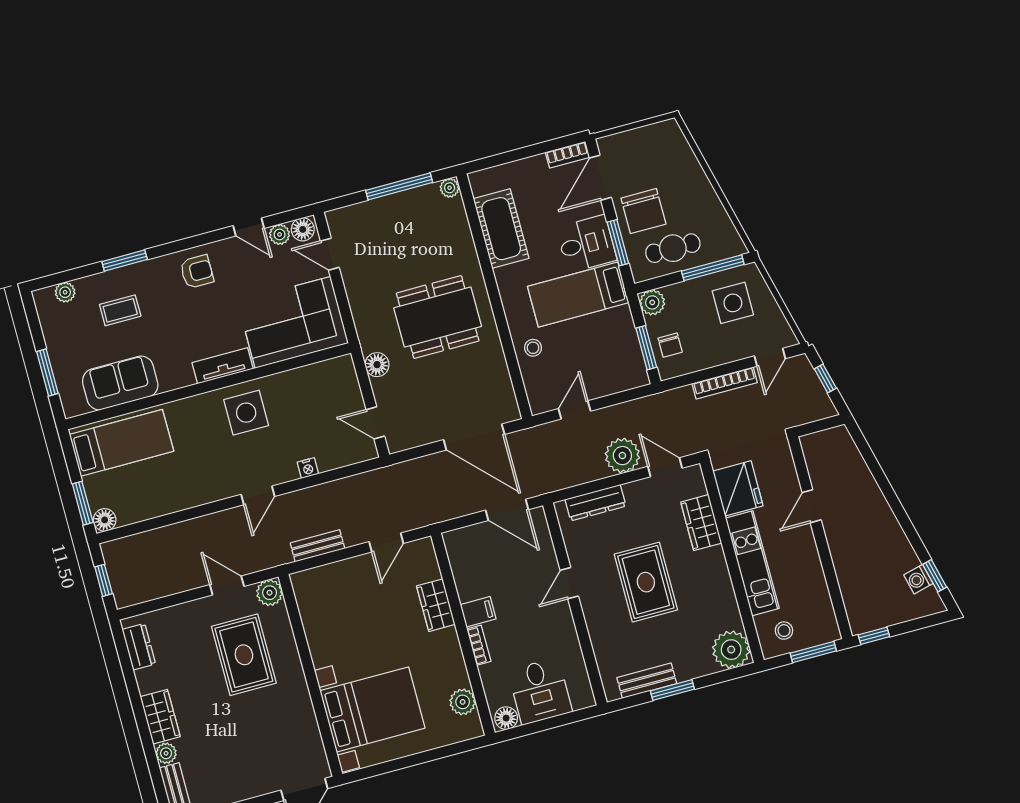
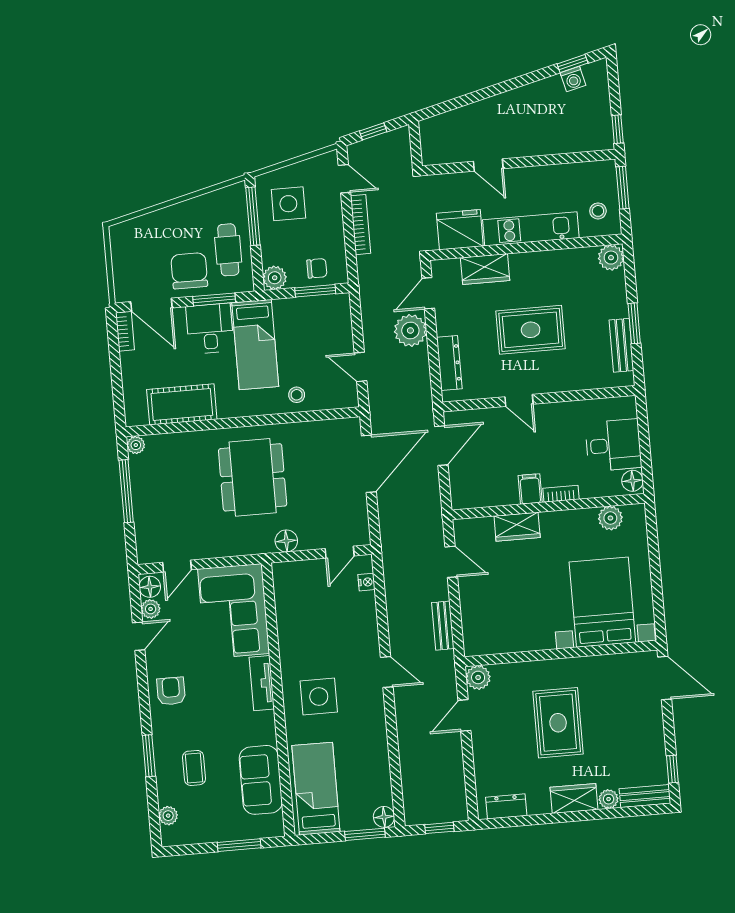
chair: (643, 211) -> (189, 271), turned -90
side table: (246, 413) -> (319, 697), moved
nightstand: (308, 468) -> (366, 582), moved
plant: (731, 650) -> (611, 258), width x0.73, depth x0.73
rug: (244, 655) -> (558, 723), moved, turned 90

